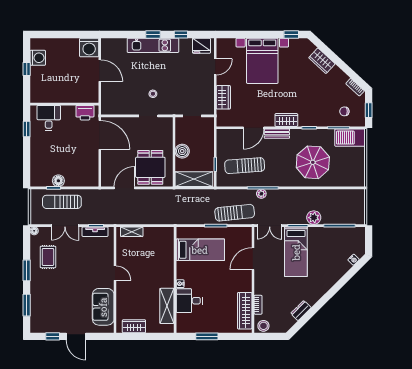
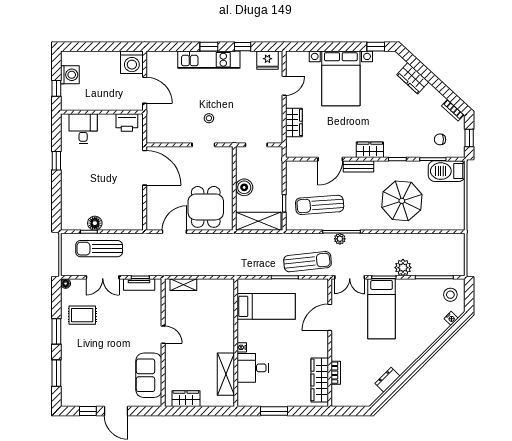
wall: (64, 104) -> (102, 112), moved
printer: (85, 113) -> (127, 122), moved
desk: (49, 118) -> (83, 129), moved
rug: (48, 257) -> (82, 315), turned 90
stool: (263, 326) -> (450, 295), moved

